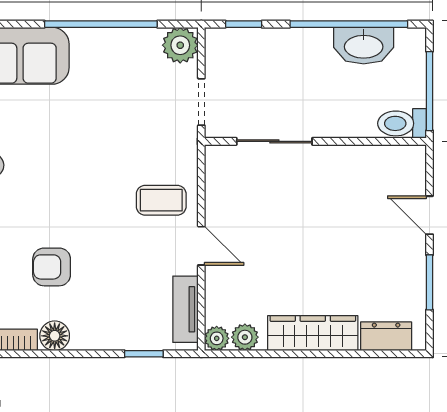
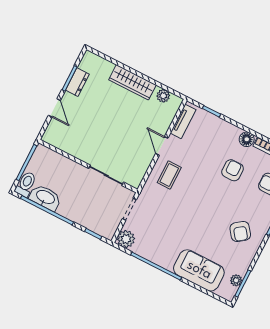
toilet: (402, 123) -> (26, 184), moved, turned -90
coffee table: (161, 200) -> (169, 175), turned 90
armchair: (52, 267) -> (233, 170), turned -90
dresser: (386, 336) -> (77, 82), moved, turned -90
plant: (217, 338) -> (176, 102), removed

